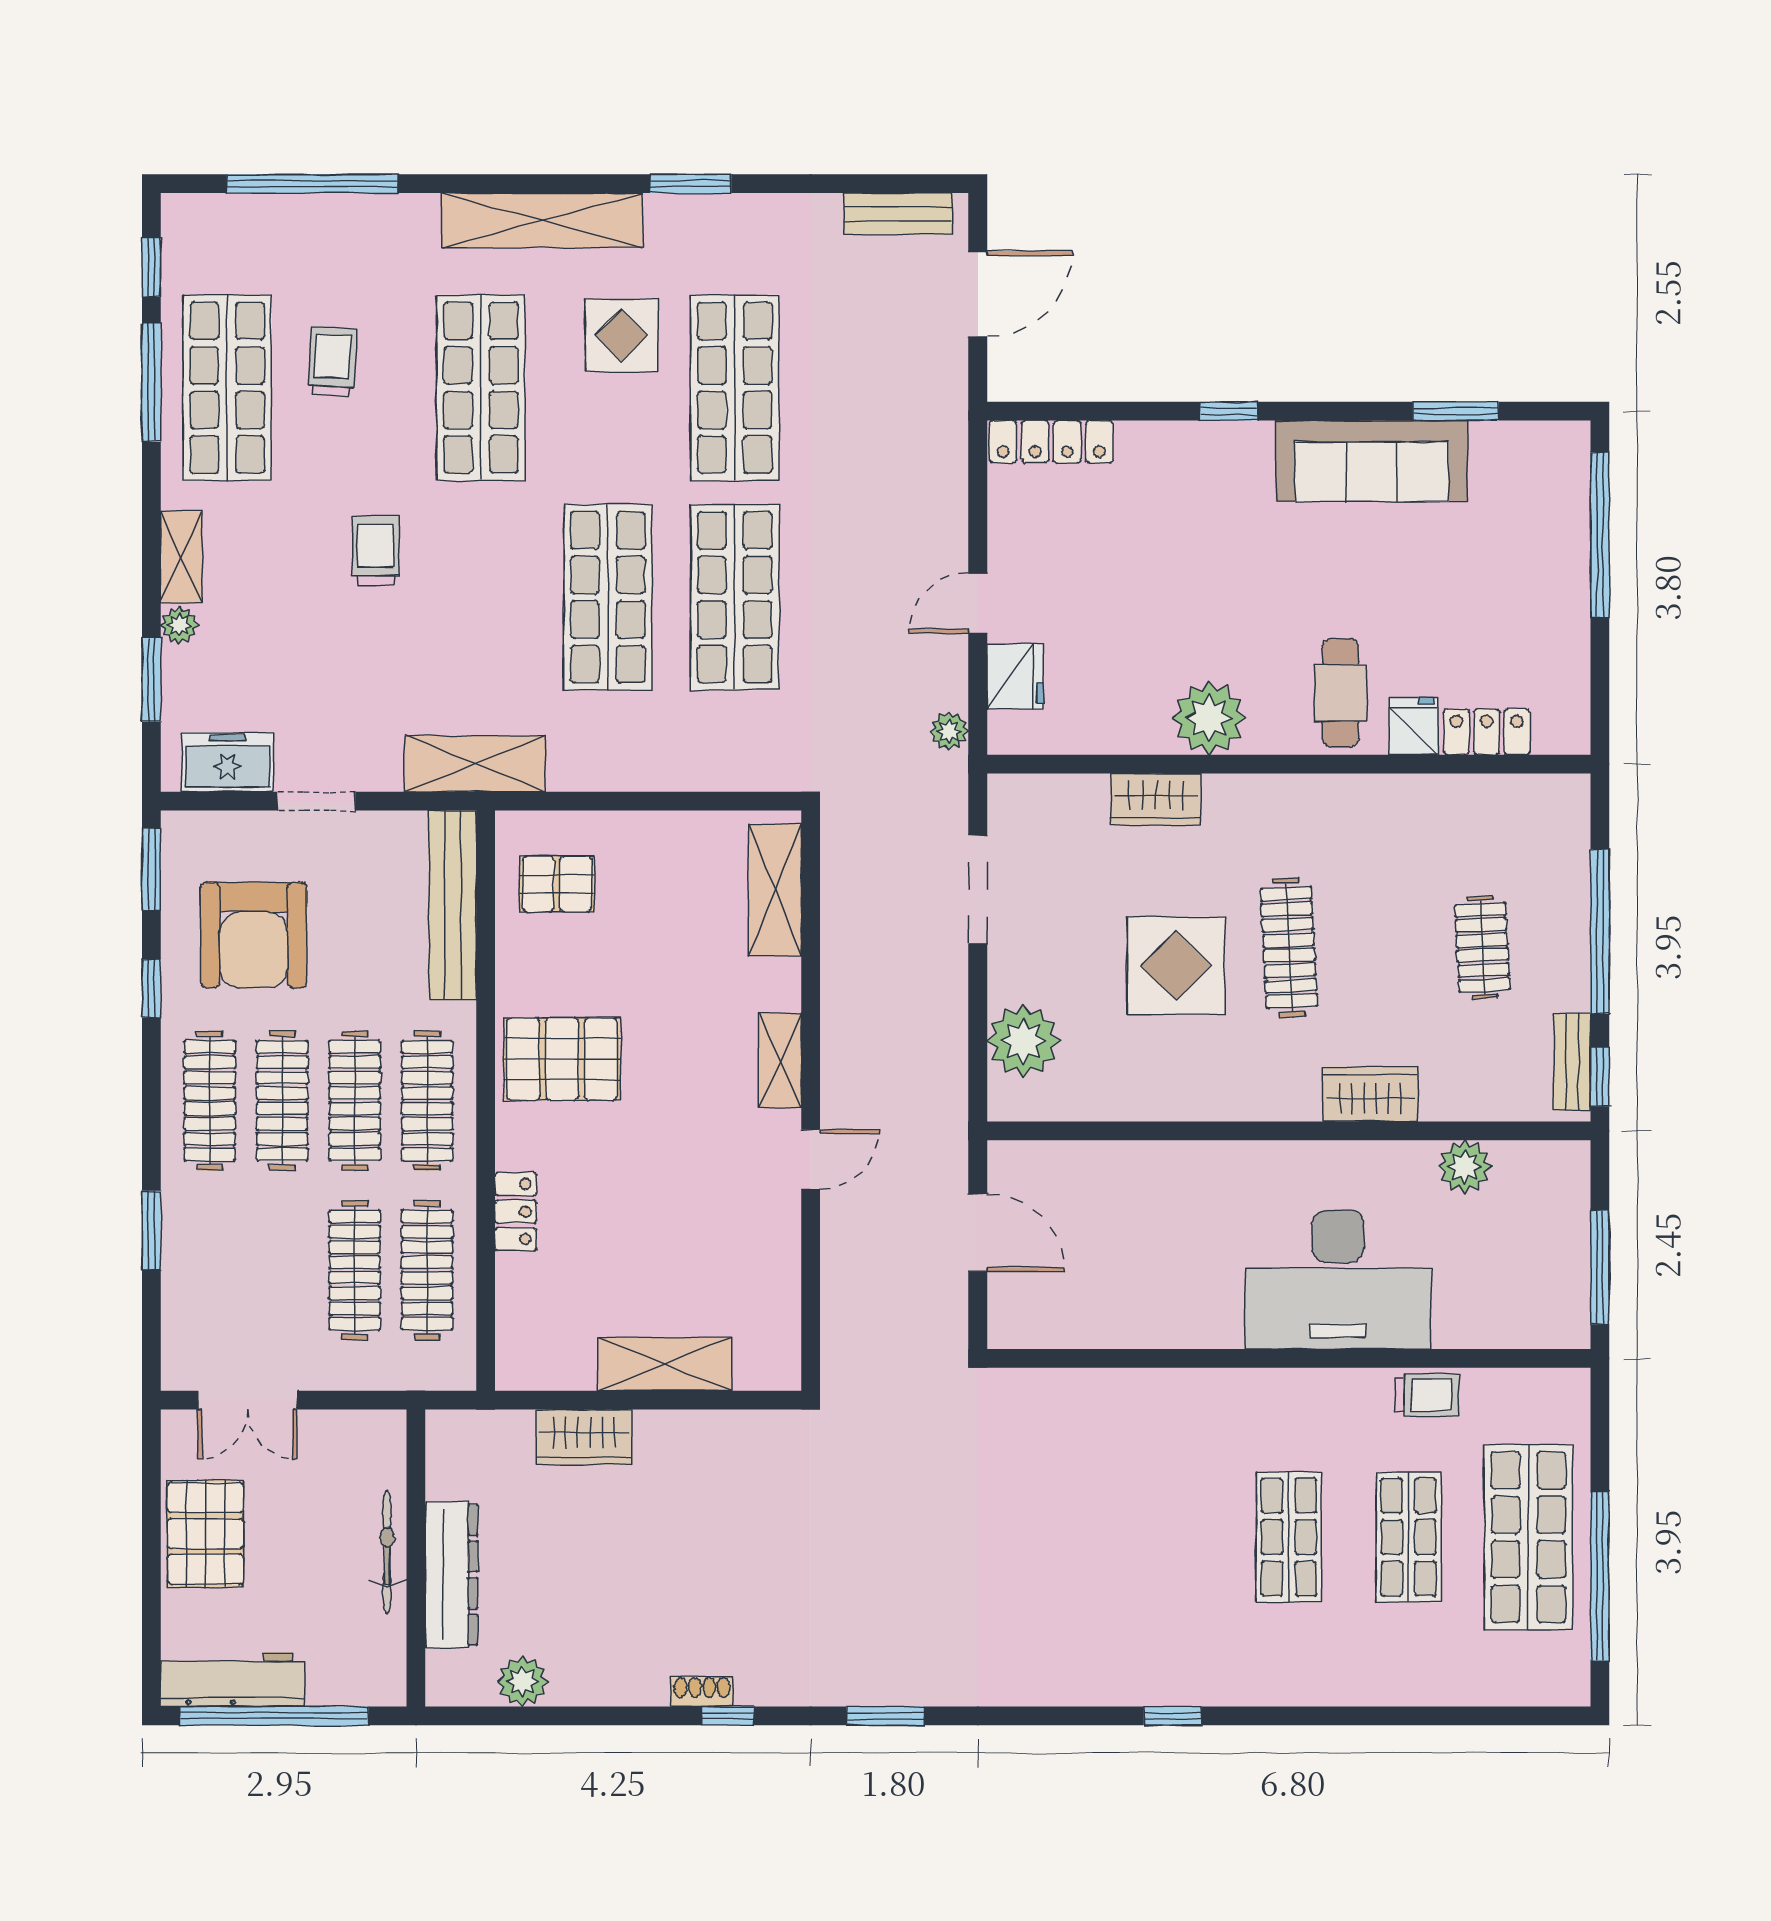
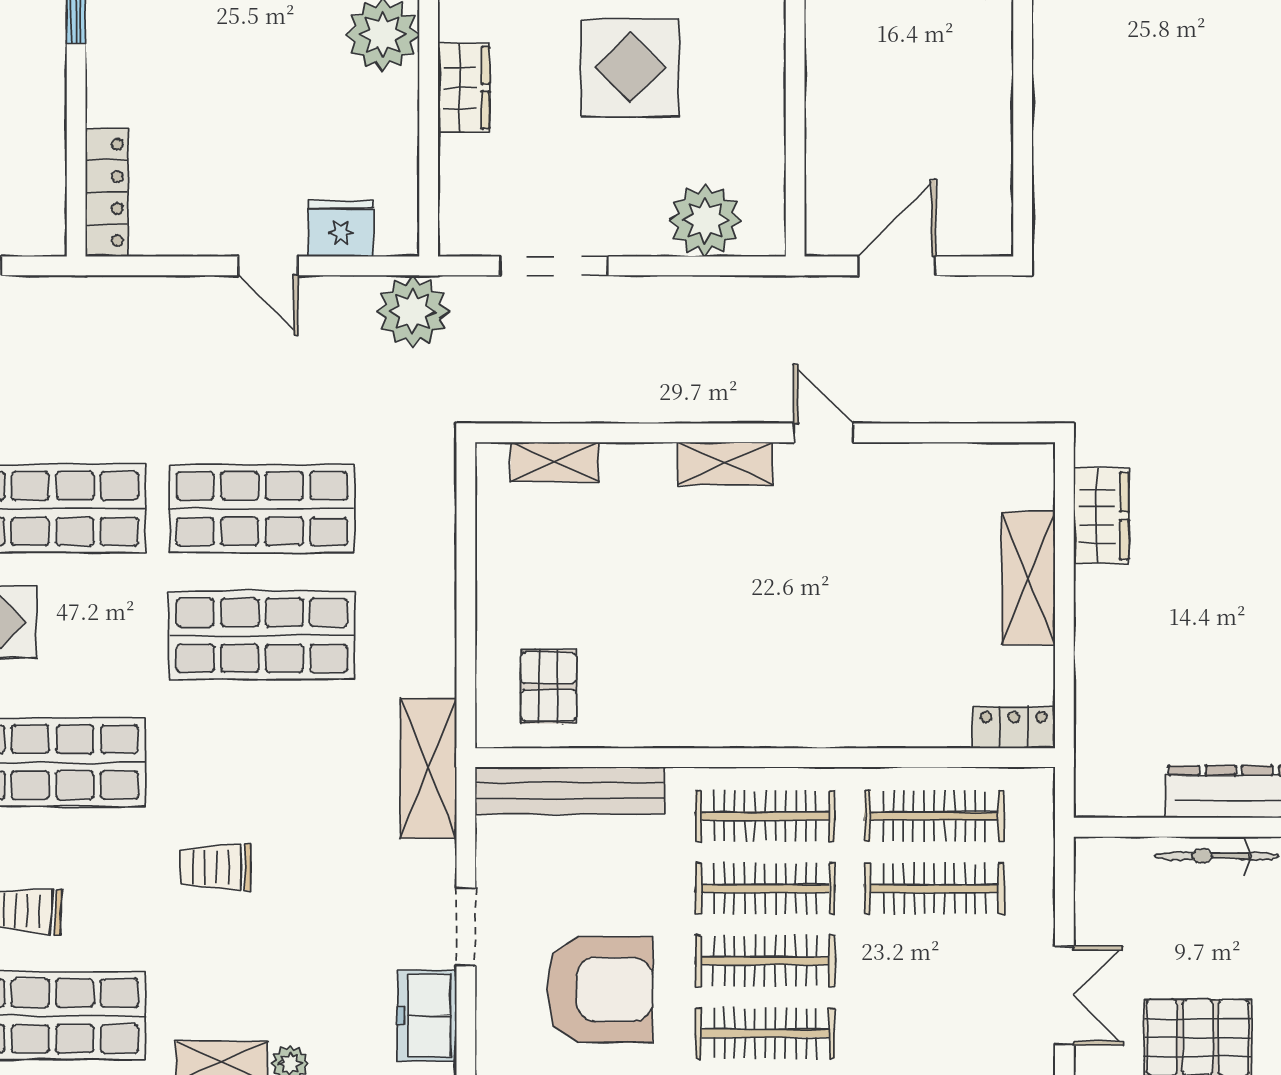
plant: (949, 731) -> (413, 311), width x1.87, depth x1.87
shelving: (775, 890) -> (555, 462), width x0.67, depth x0.75
pallet: (562, 1059) -> (723, 681), removed
locker: (516, 1212) -> (1014, 727), moved
wardrobe: (584, 1437) -> (1101, 516), moved

